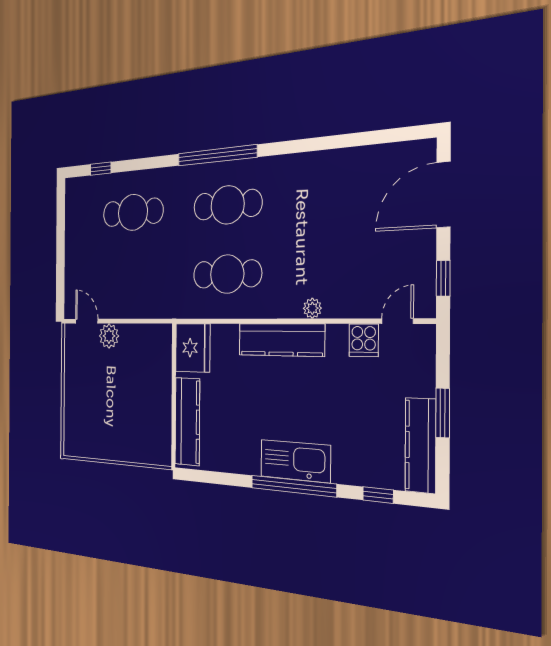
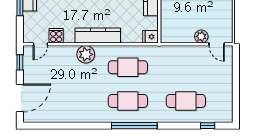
plant: (312, 308) -> (86, 54), width x1.87, depth x1.87
fridge: (193, 348) -> (150, 37), width x0.53, depth x0.75

